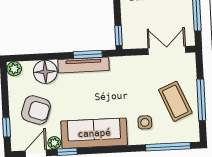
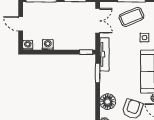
double door: (167, 50) -> (98, 21), swing flipped
tv unit: (84, 65) -> (104, 54), moved

